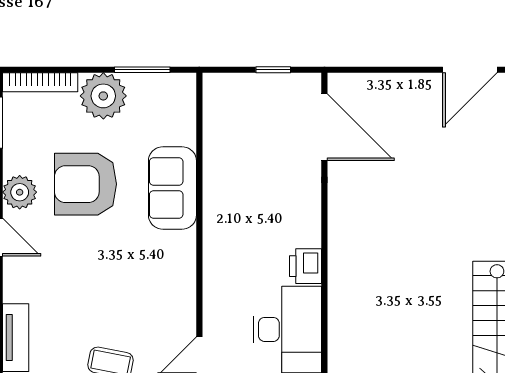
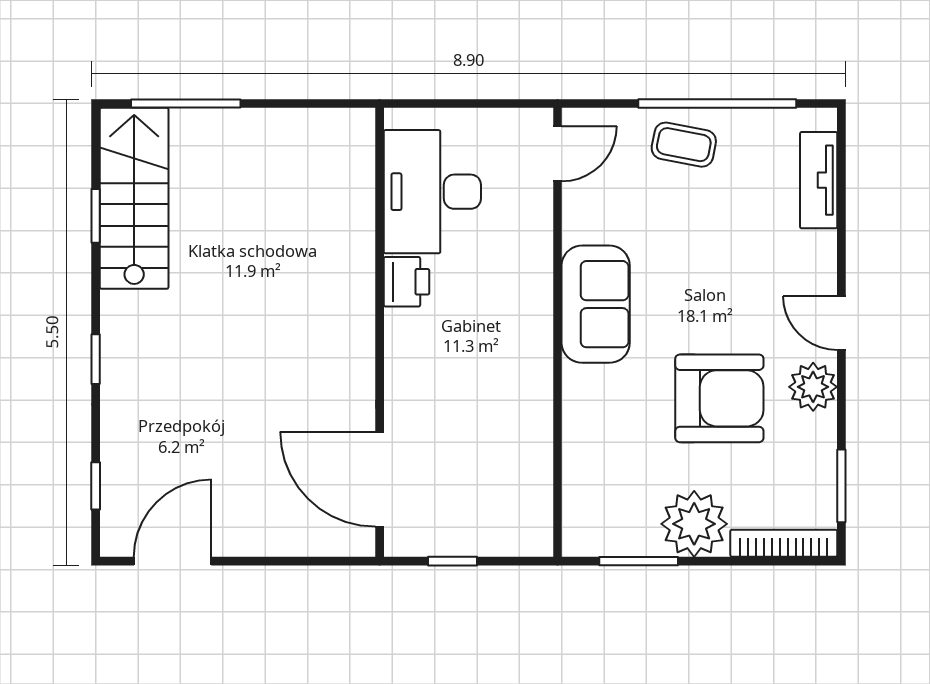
sofa: (172, 188) -> (596, 304), moved

